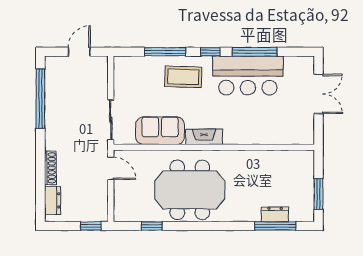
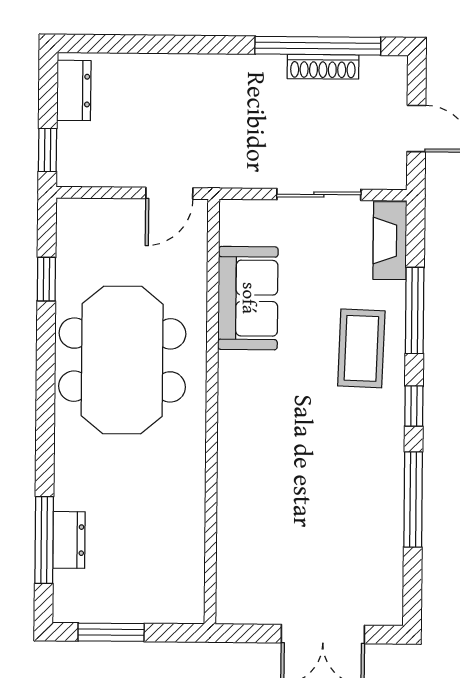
bar counter: (248, 76) -> (363, 485), removed
sliding door: (111, 120) -> (319, 195), moved
fireplace: (204, 137) -> (390, 241), moved, turned 180
shoe rack: (50, 168) -> (323, 67), moved
dresser: (53, 200) -> (74, 90), moved, turned -90

